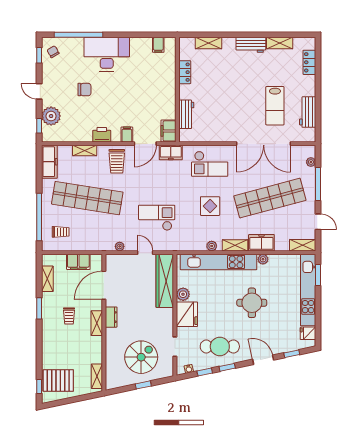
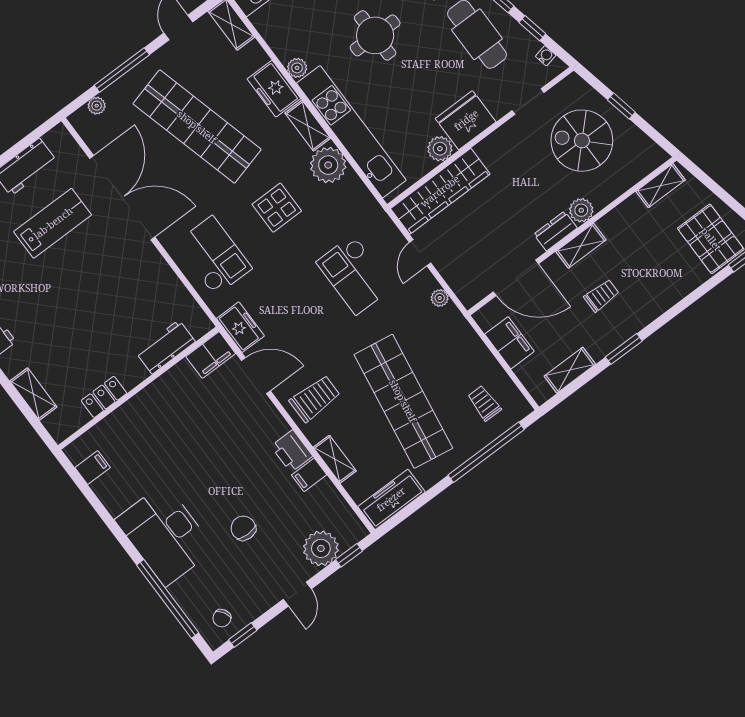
filing cabinet: (127, 134) -> (309, 475), moved
plant: (212, 246) -> (328, 165), width x1.88, depth x1.88
plant: (112, 335) -> (581, 210), added

